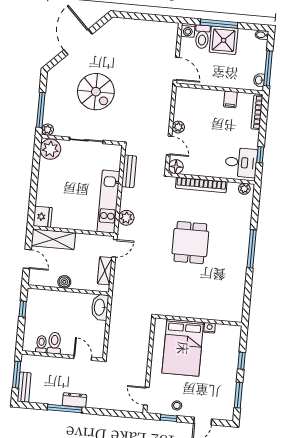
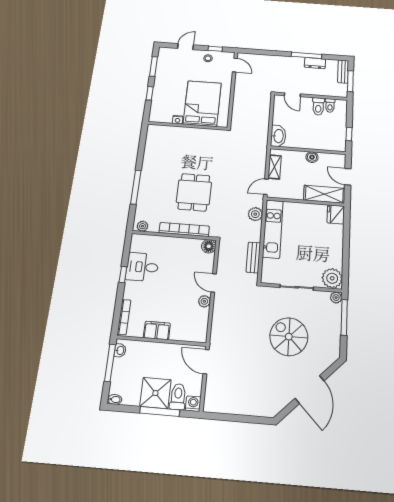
filing cabinet: (230, 99) -> (157, 330), width x2.00
floor lamp: (176, 167) -> (209, 246), moved
wall: (211, 179) -> (174, 235), moved
bookcase: (201, 185) -> (184, 229), moved
plant: (244, 189) -> (142, 226), moved
dresser: (74, 400) -> (315, 63), moved

